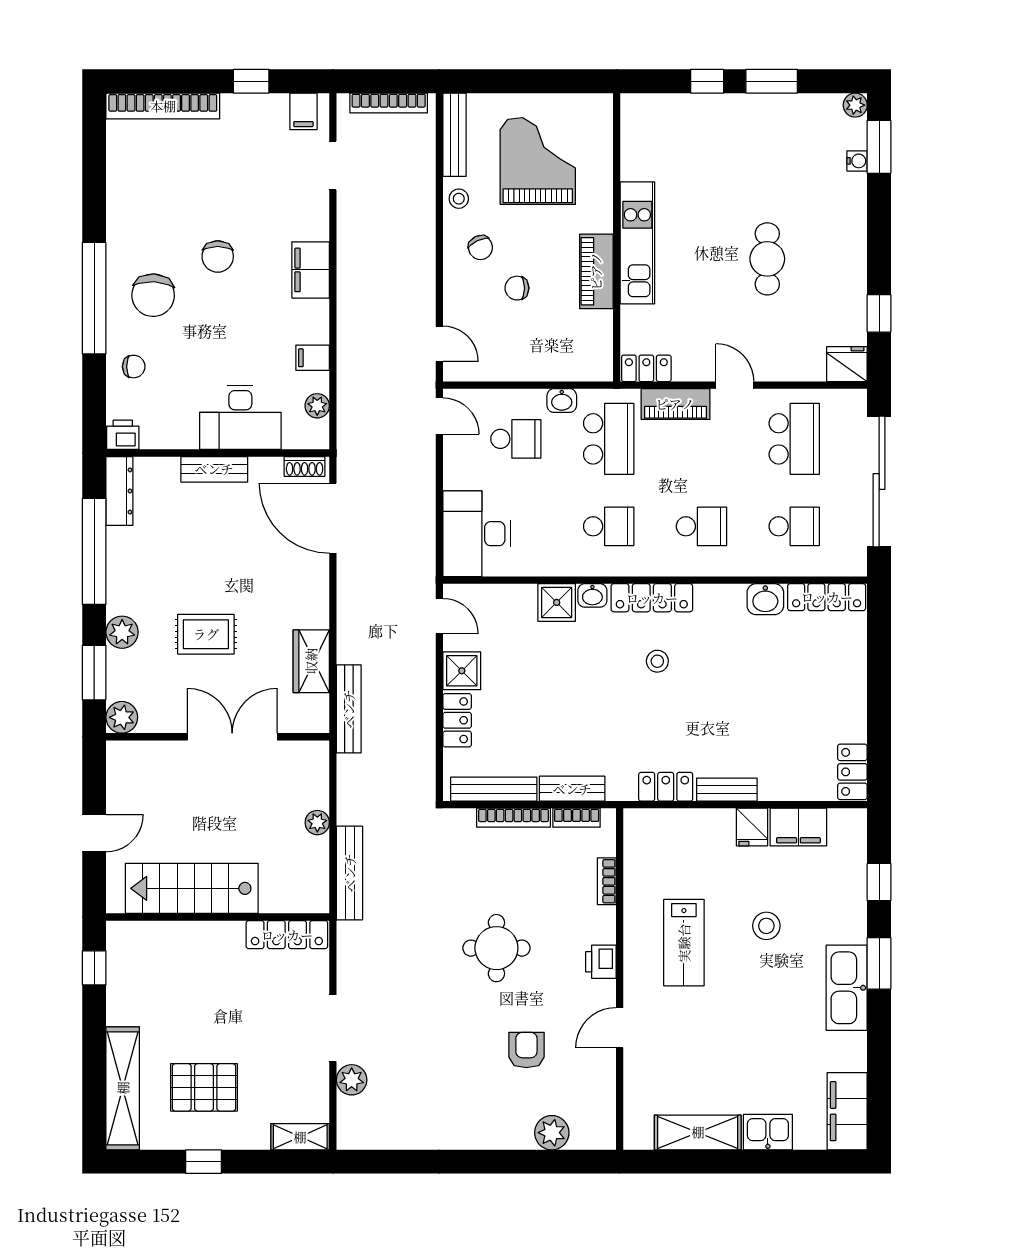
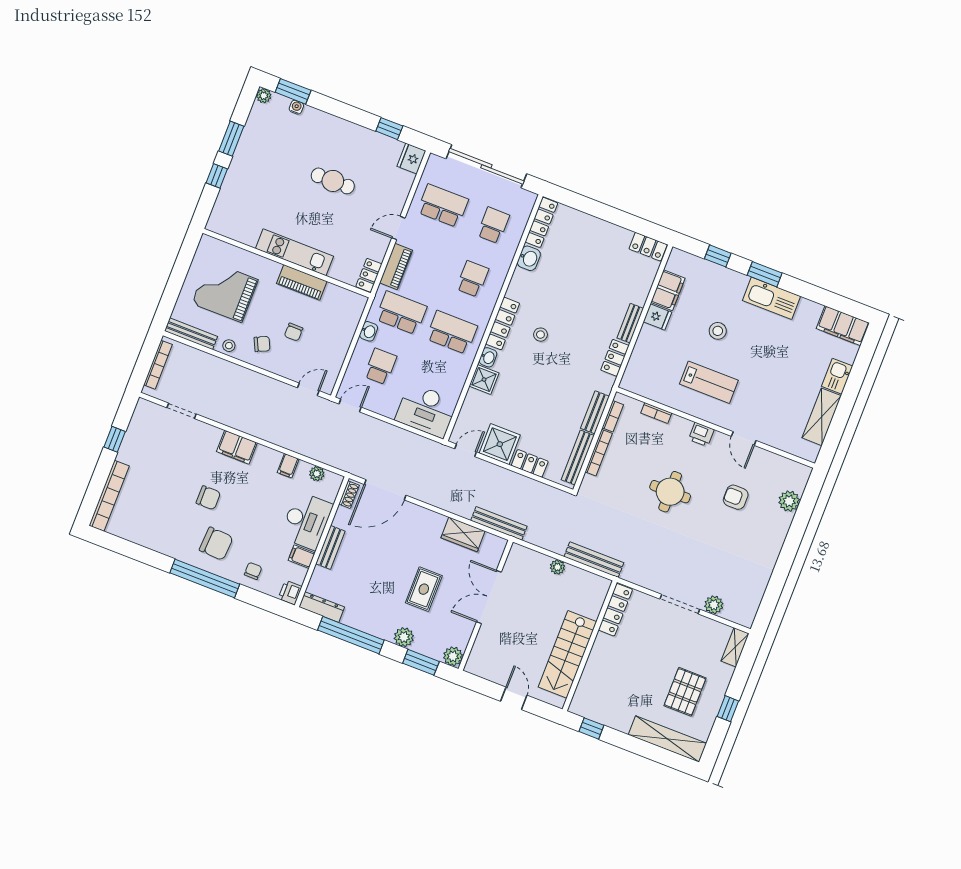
filing cabinet: (303, 111) -> (302, 557), moved, turned 180
school desk: (609, 526) -> (452, 332), width x1.85
shower: (462, 671) -> (500, 444), width x1.36, depth x1.36

